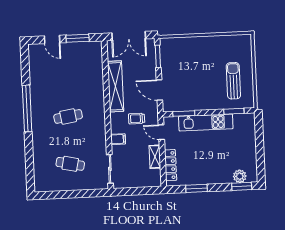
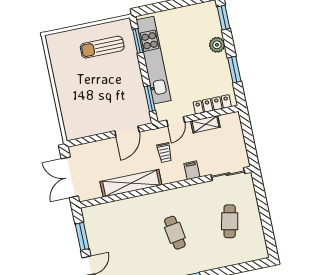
double door: (129, 36) -> (70, 177), swing flipped
window: (158, 56) -> (88, 140), removed
kitchen unit: (206, 122) -> (154, 60), width x1.36
plant: (240, 176) -> (217, 45), moved

